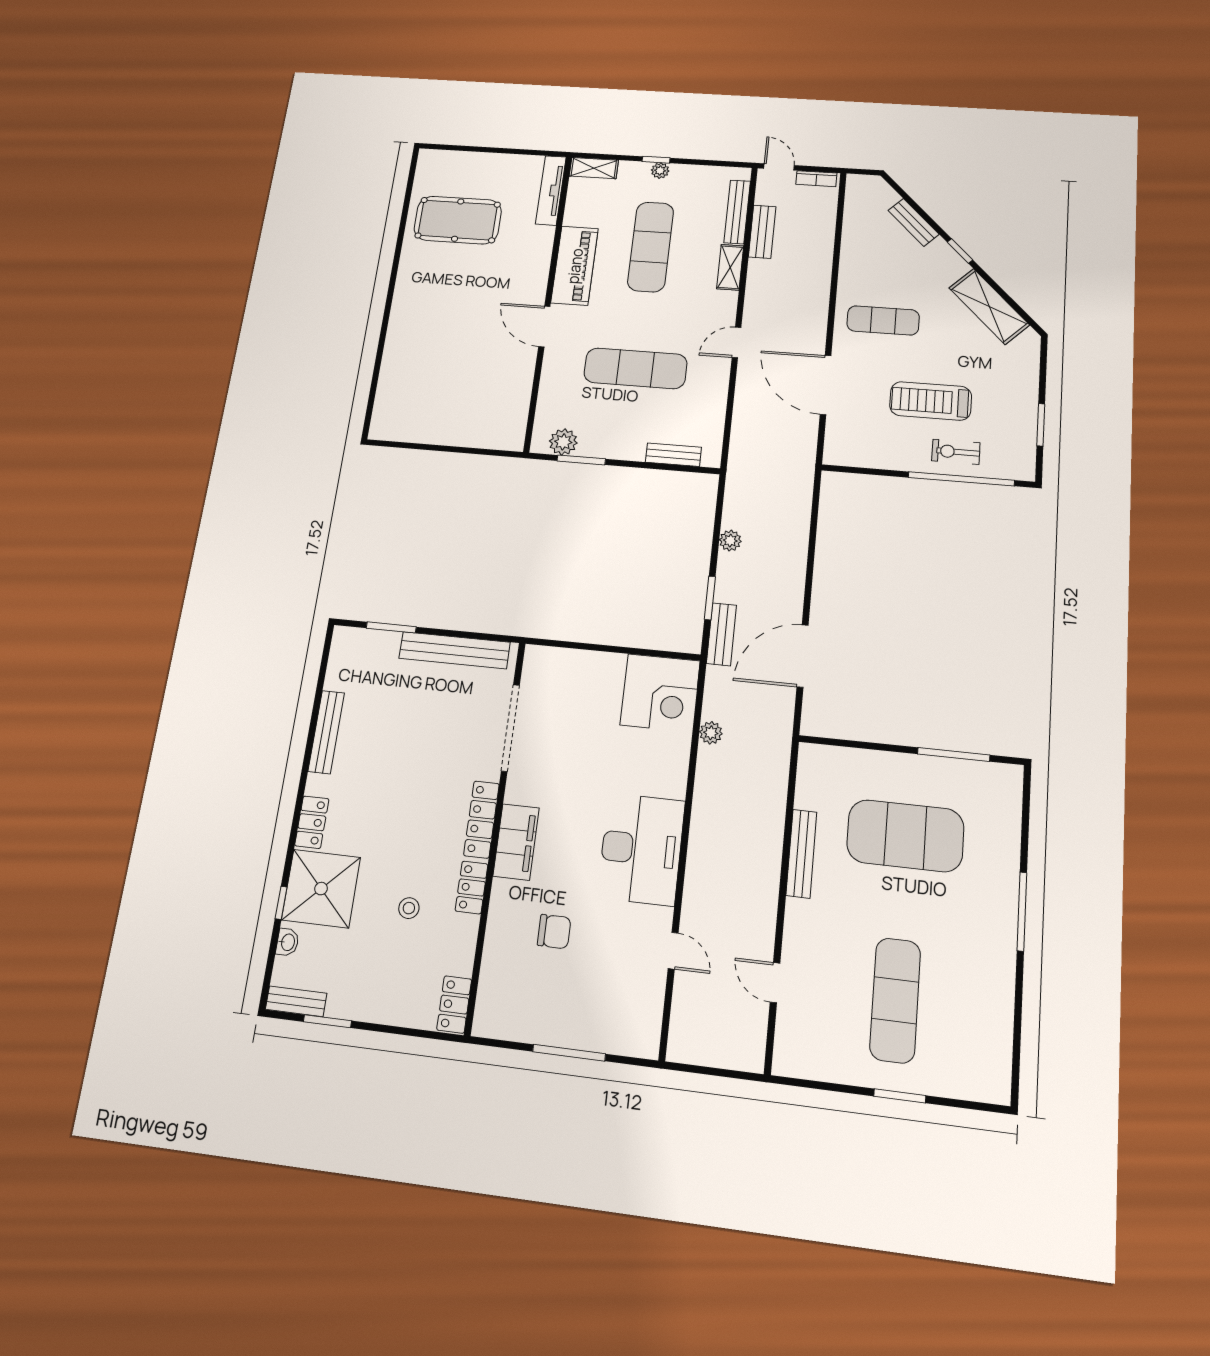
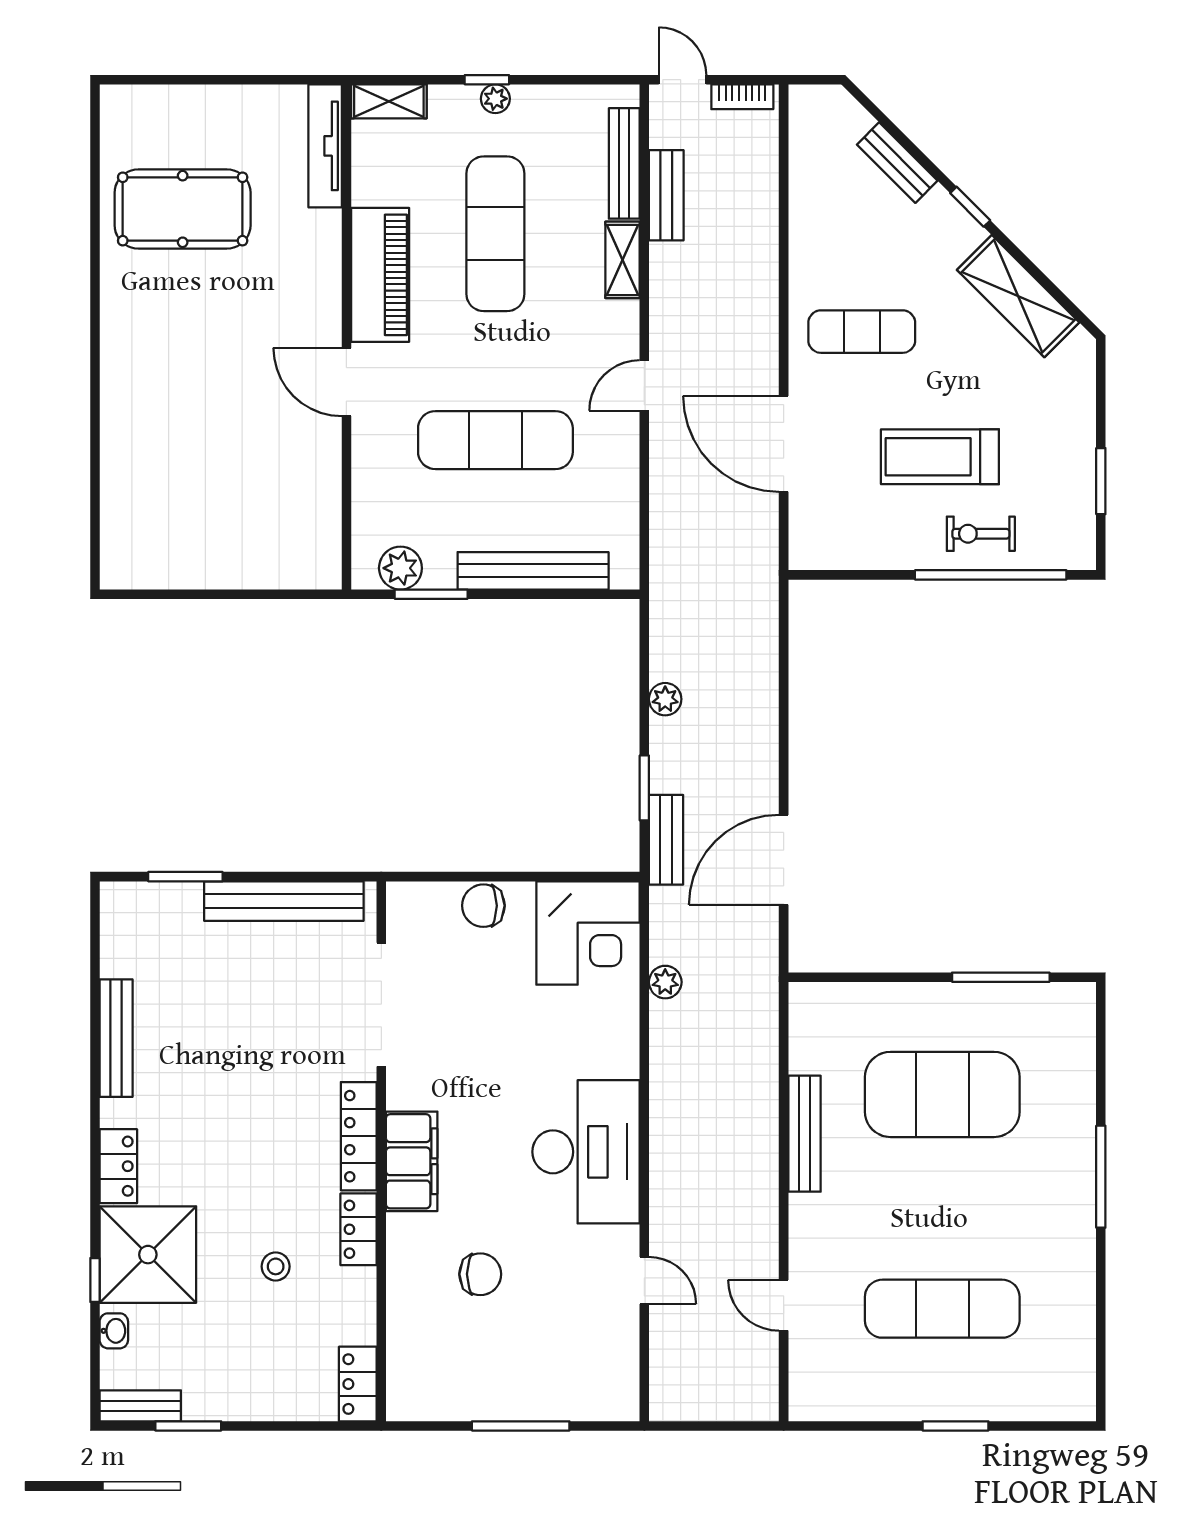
bench: (673, 455) -> (533, 571), width x1.86, depth x1.21
chair: (590, 667) -> (483, 906), added
exercise mat: (895, 1000) -> (942, 1309), turned 90

